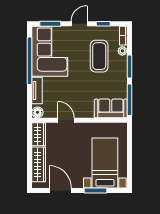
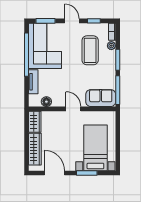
door: (79, 24) -> (72, 21), hinge flipped
floor lamp: (37, 112) -> (46, 102), moved
door: (66, 120) -> (73, 109), moved

